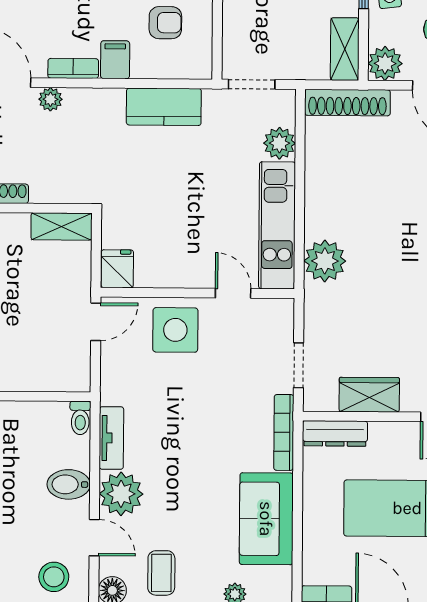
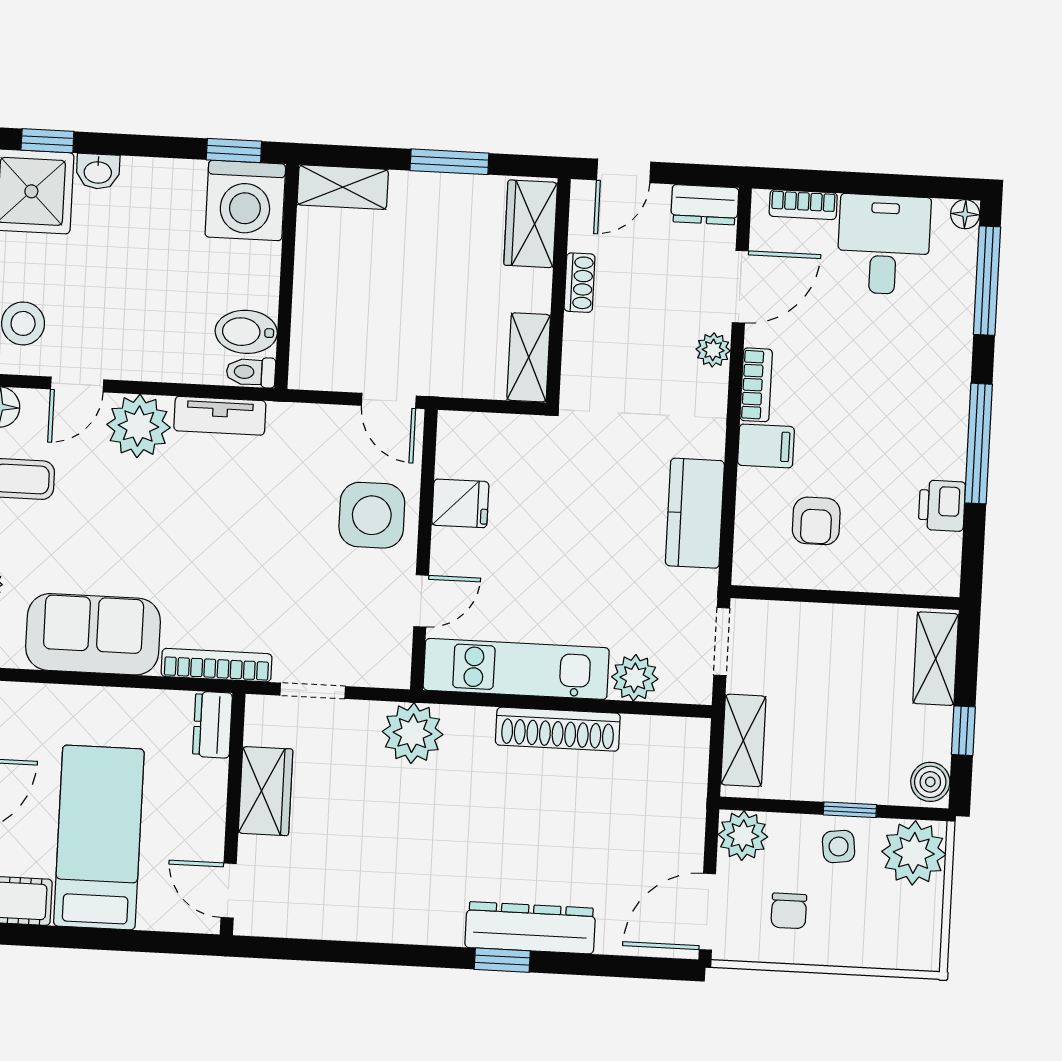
shelving: (345, 49) -> (743, 740), moved, turned 90
shoe rack: (347, 103) -> (558, 729), moved, turned -90
plant: (325, 261) -> (413, 733), moved
fridge: (117, 269) -> (460, 503), moved
dresser: (335, 433) -> (212, 725), width x0.70
bidet: (69, 484) -> (246, 332), moved, turned -90

